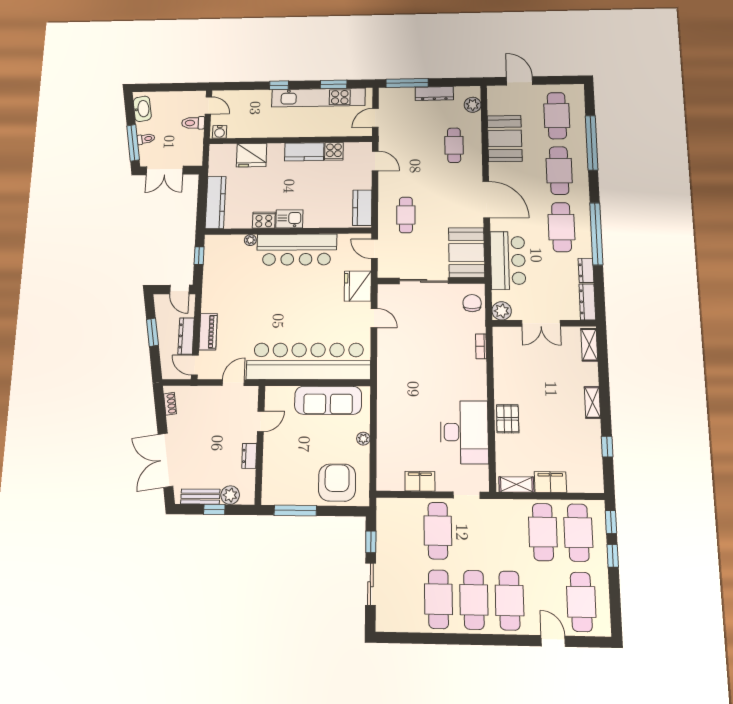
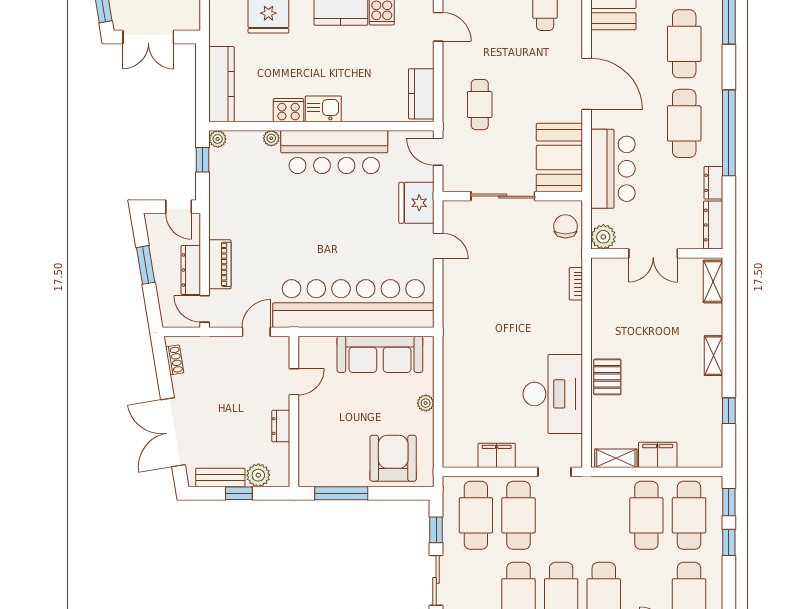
plant: (211, 241) -> (218, 139), added
cafe table: (403, 530) -> (476, 515), added

